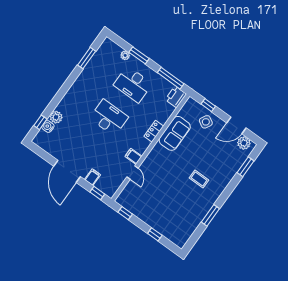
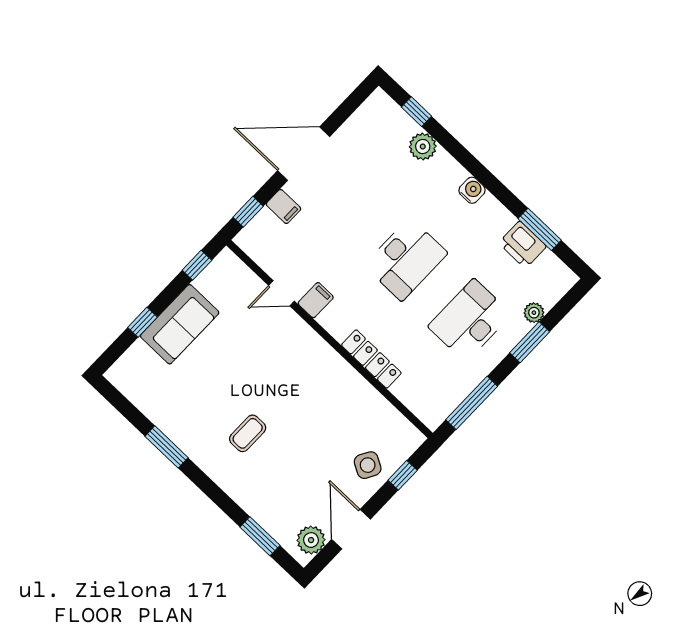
printer: (176, 97) -> (522, 245), moved, turned 180
water cooler: (48, 127) -> (472, 190), moved
locker: (154, 131) -> (371, 359), width x1.53
sofa: (175, 133) -> (180, 324), moved, turned -90

